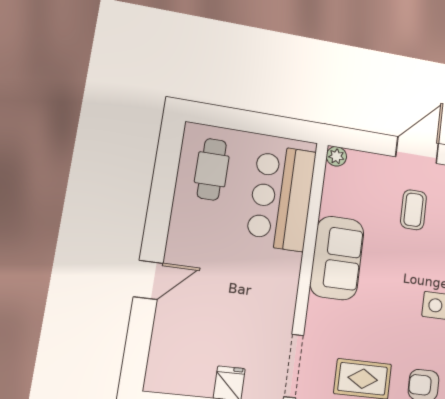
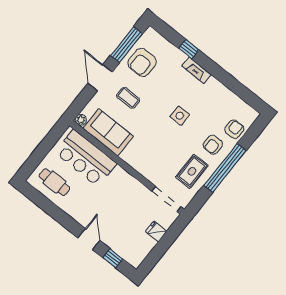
sofa: (337, 258) -> (108, 132), moved
window: (139, 340) -> (113, 258), added

